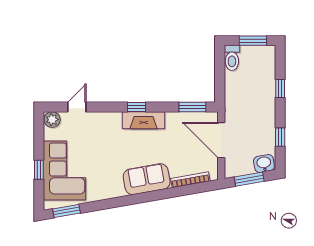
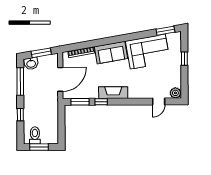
toilet: (232, 58) -> (35, 135), moved
window: (137, 107) -> (101, 102), moved
window: (280, 137) -> (20, 81), width x2.17
door: (221, 140) -> (60, 79), hinge flipped
corner sofa: (64, 170) -> (148, 52), moved, turned -100

